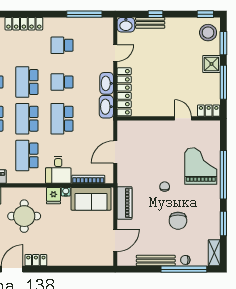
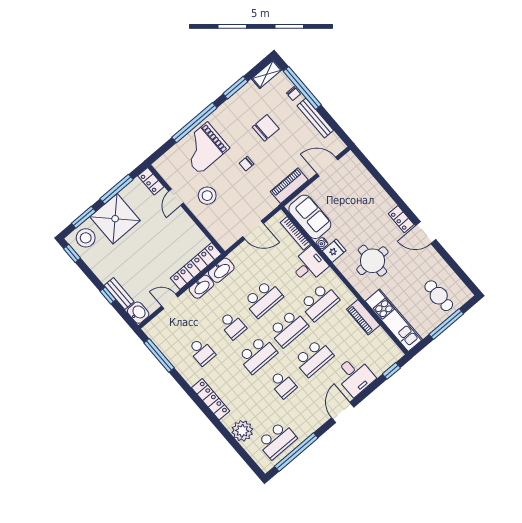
shower: (211, 64) -> (115, 219), width x1.86, depth x1.86
stool: (166, 141) -> (207, 196), added

